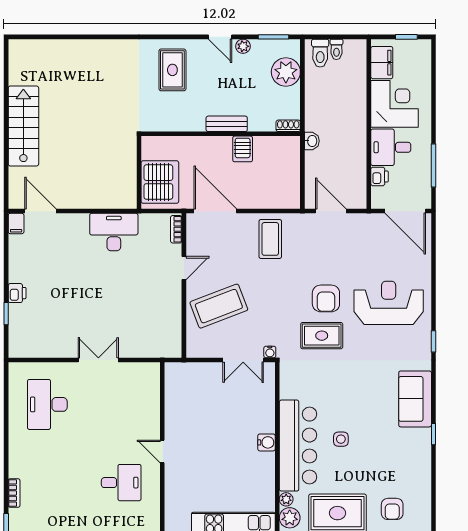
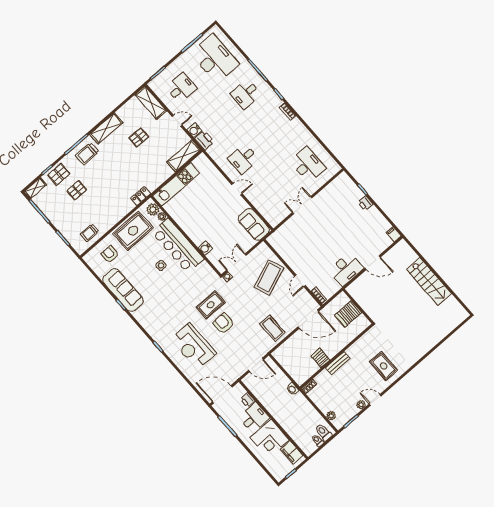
plant: (286, 72) -> (331, 416), width x0.53, depth x0.53
server rack: (160, 182) -> (348, 314), width x0.62
door: (40, 211) -> (373, 263), moved
reception desk: (389, 303) -> (193, 346), turned 90
double door: (98, 360) -> (302, 205), swing flipped
sofa: (180, 389) -> (254, 224), added
sofa: (415, 399) -> (123, 290), moved, width x1.36
water cooler: (266, 442) -> (205, 248), moved

